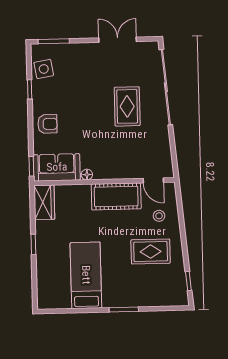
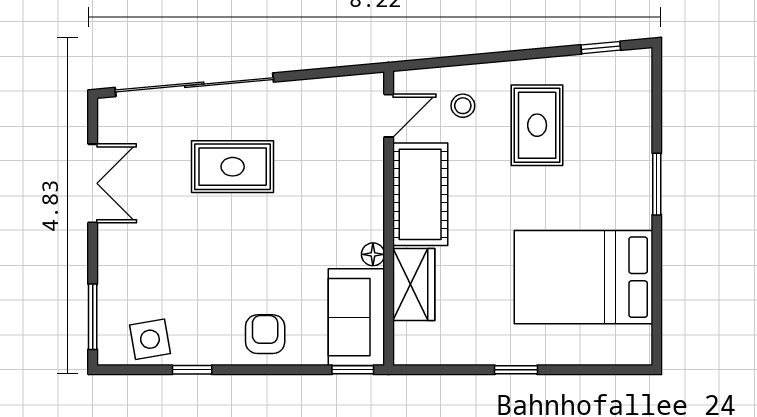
double door: (118, 40) -> (93, 183), swing flipped
wardrobe: (44, 202) -> (414, 285), moved, turned 90
bed: (86, 275) -> (584, 277), width x1.50

